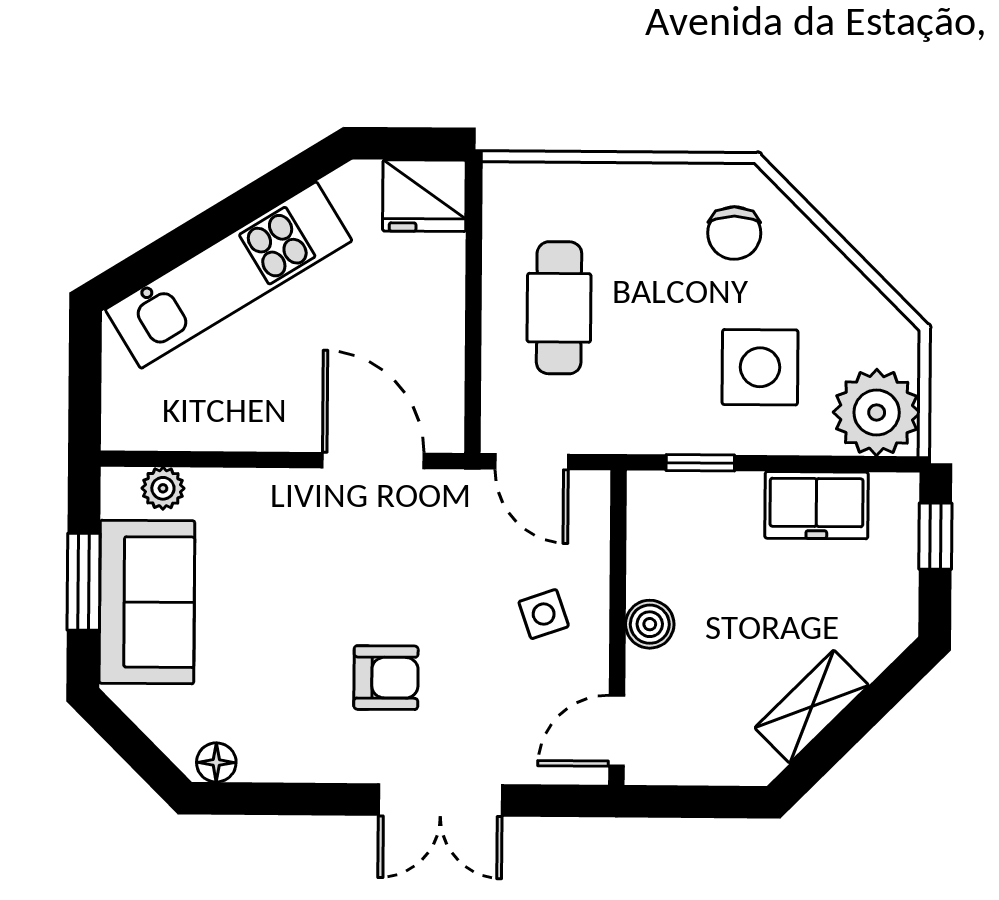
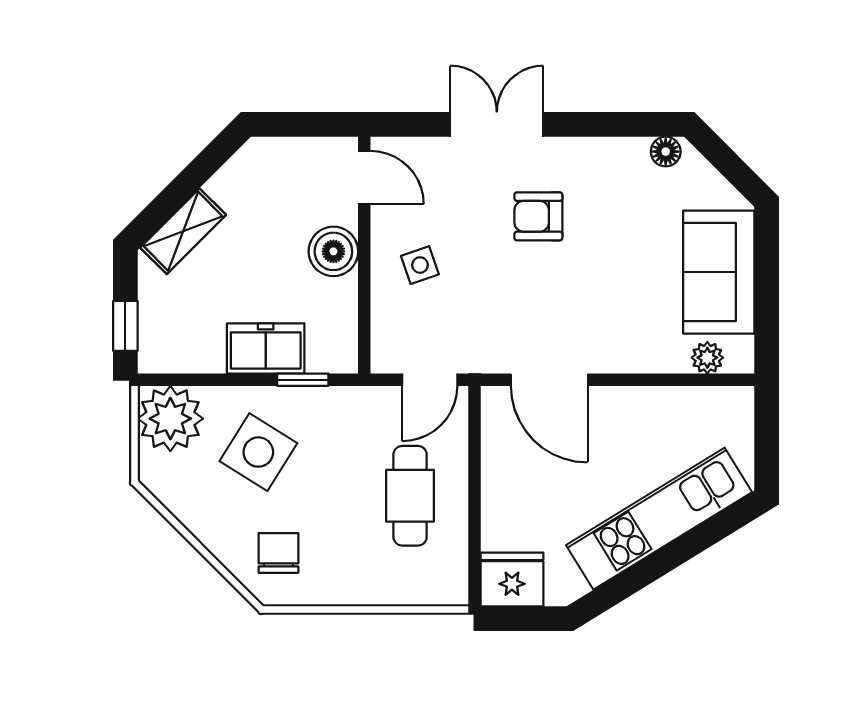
side table: (760, 367) -> (258, 452), turned 32
door: (532, 462) -> (430, 380), swing flipped
freezer: (817, 505) -> (266, 348), moved
window: (84, 582) -> (767, 287), removed
boiler: (650, 624) -> (333, 251), width x1.36, depth x1.36
shelving: (812, 707) -> (183, 231), moved
door: (617, 731) -> (364, 178), hinge flipped

